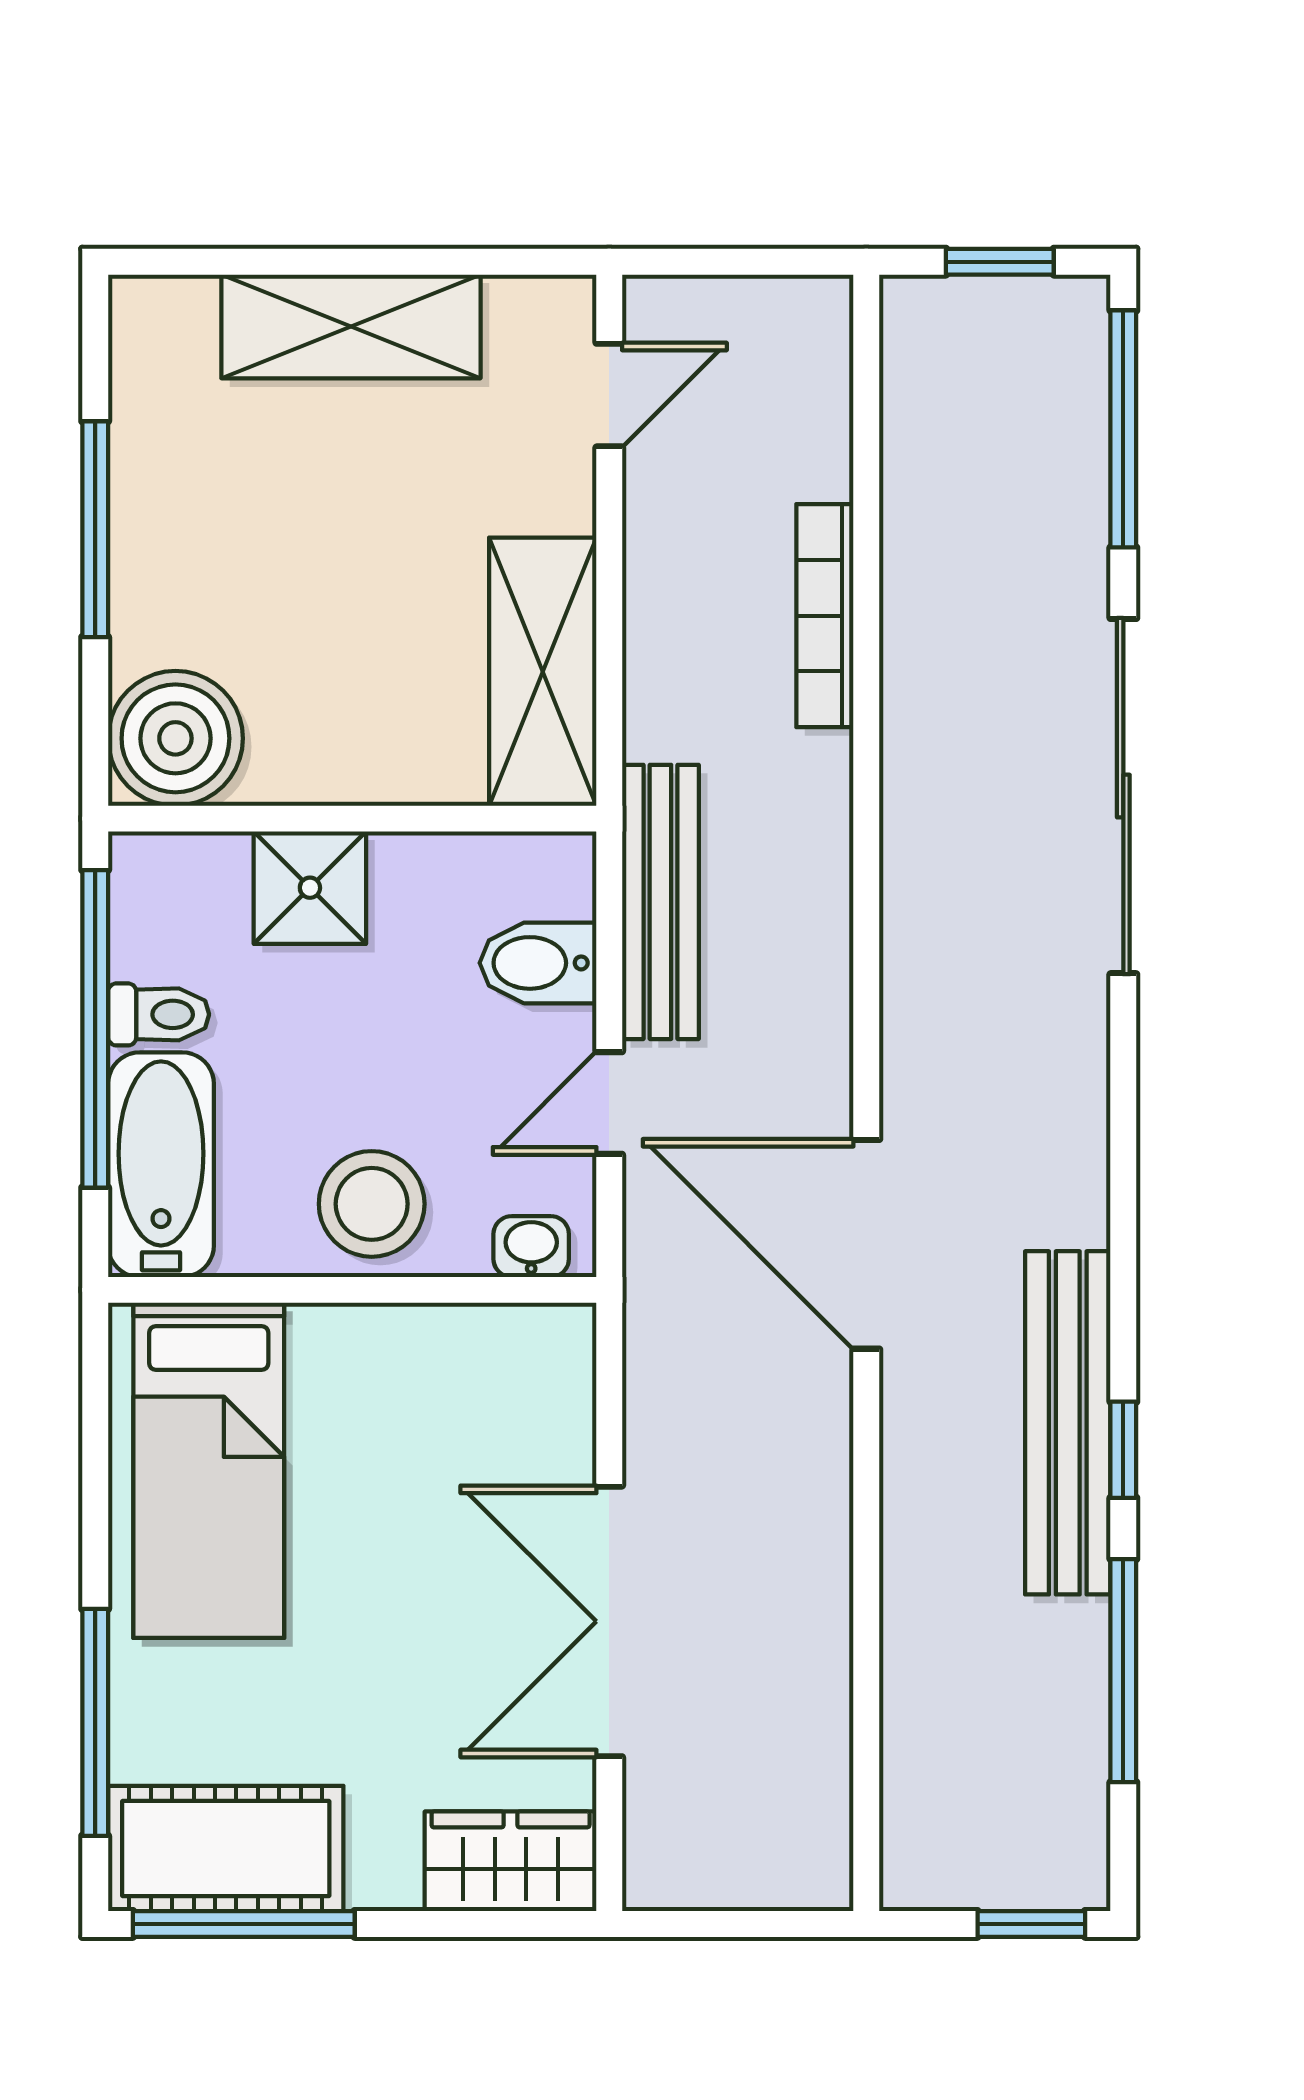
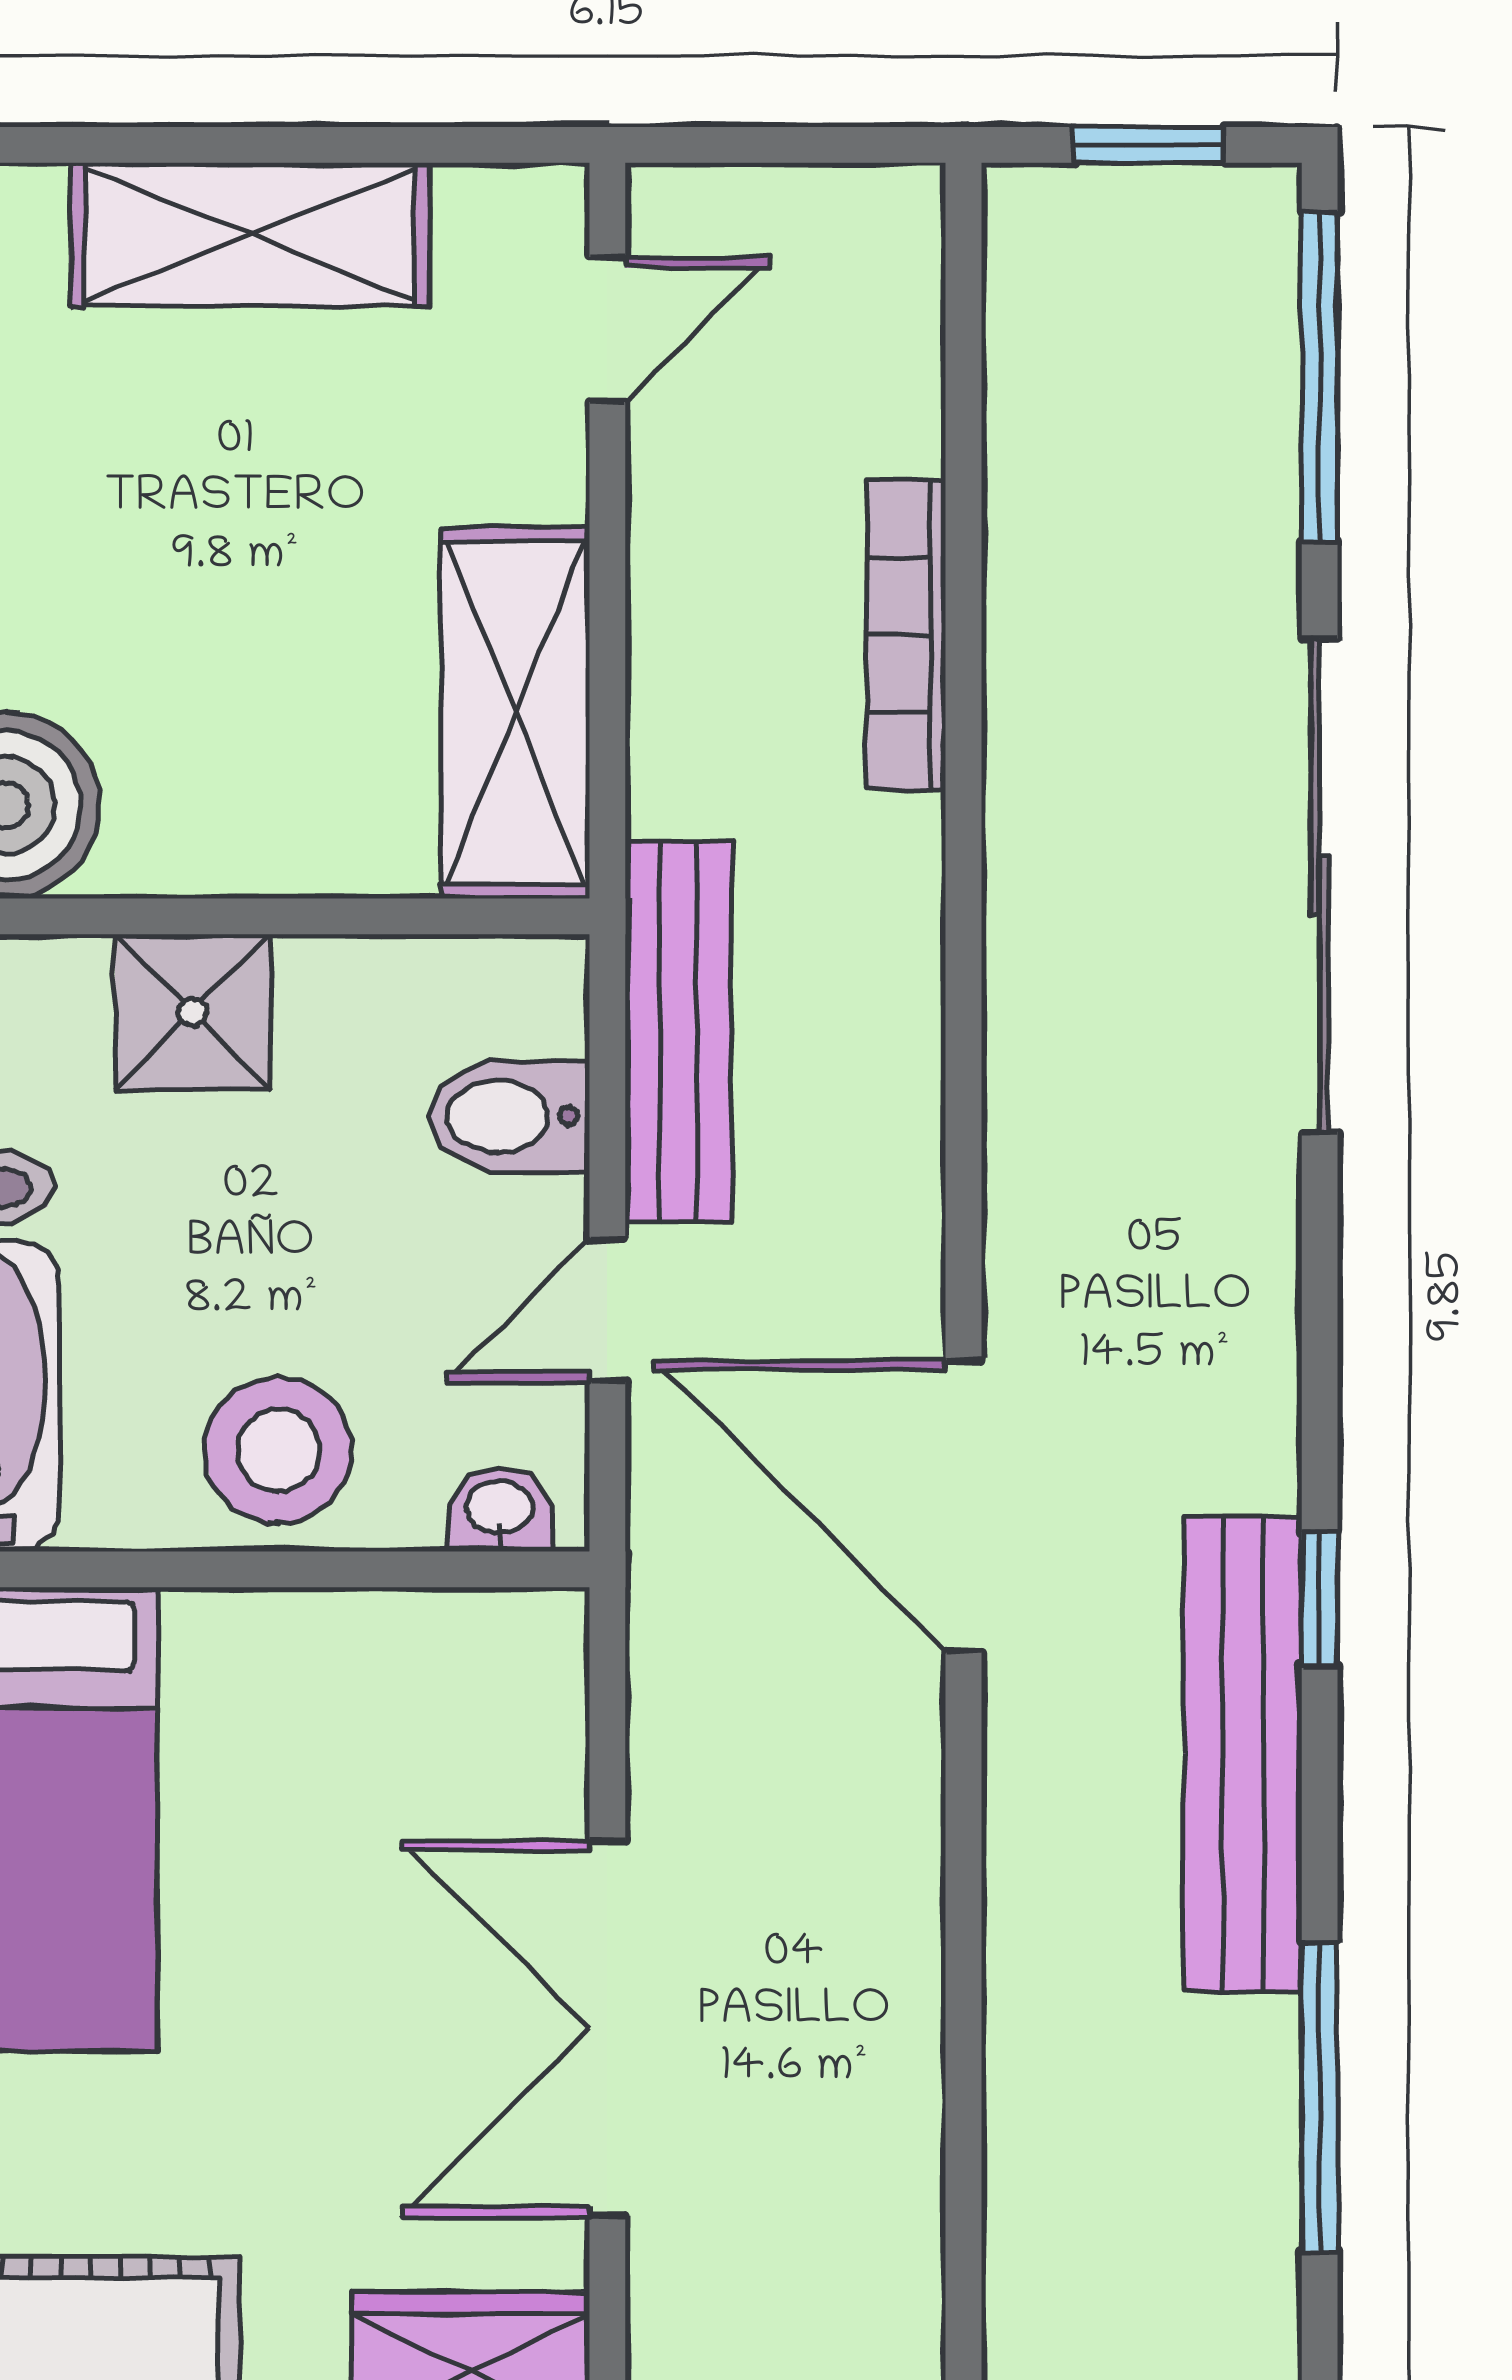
window: (1123, 1450) -> (1320, 1599), moved

